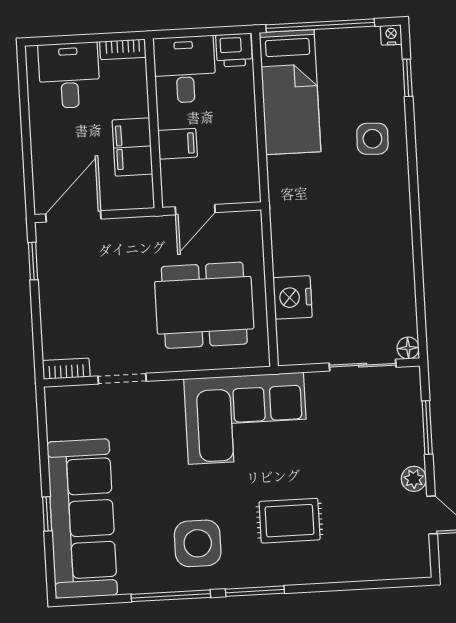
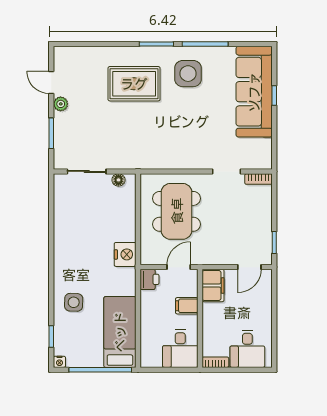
printer: (234, 50) -> (149, 279), moved, turned 90
filing cabinet: (132, 147) -> (213, 285), moved
door: (73, 216) -> (249, 267), width x0.73
nightstand: (293, 297) -> (125, 254), moved
dining table: (204, 305) -> (177, 211), turned 90
floor lamp: (408, 348) -> (118, 180), moved
corner sofa: (246, 418) -> (156, 144), removed
rug: (290, 521) -> (134, 84), width x1.36, depth x1.43

